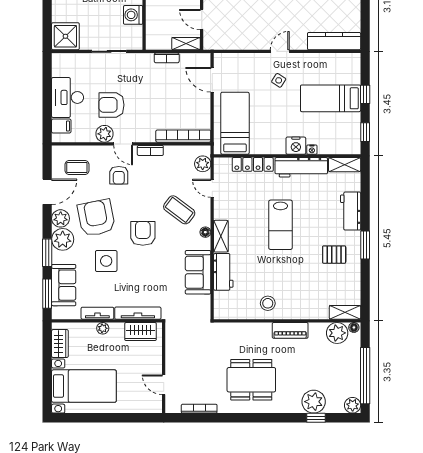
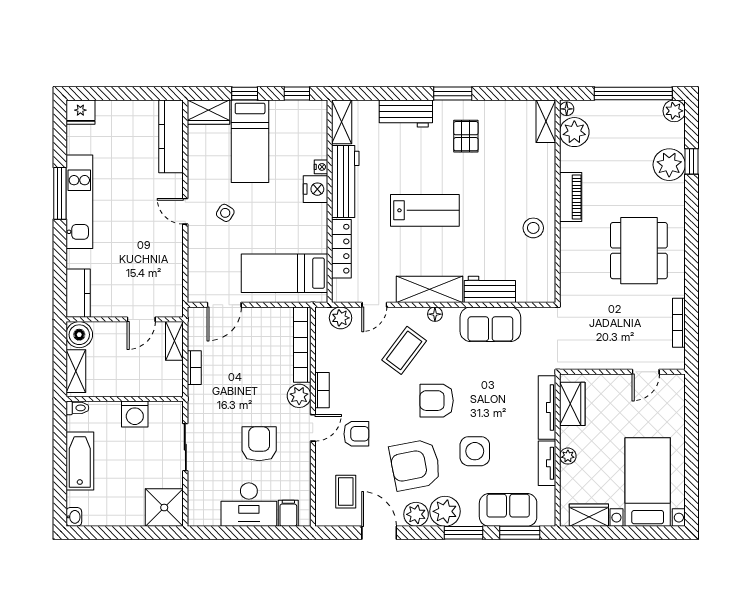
wardrobe: (352, 68) -> (209, 112), added
armchair: (112, 105) -> (259, 444), turned 180
plant: (105, 134) -> (299, 396), moved
shelving: (221, 236) -> (430, 289), width x1.50, depth x1.33

